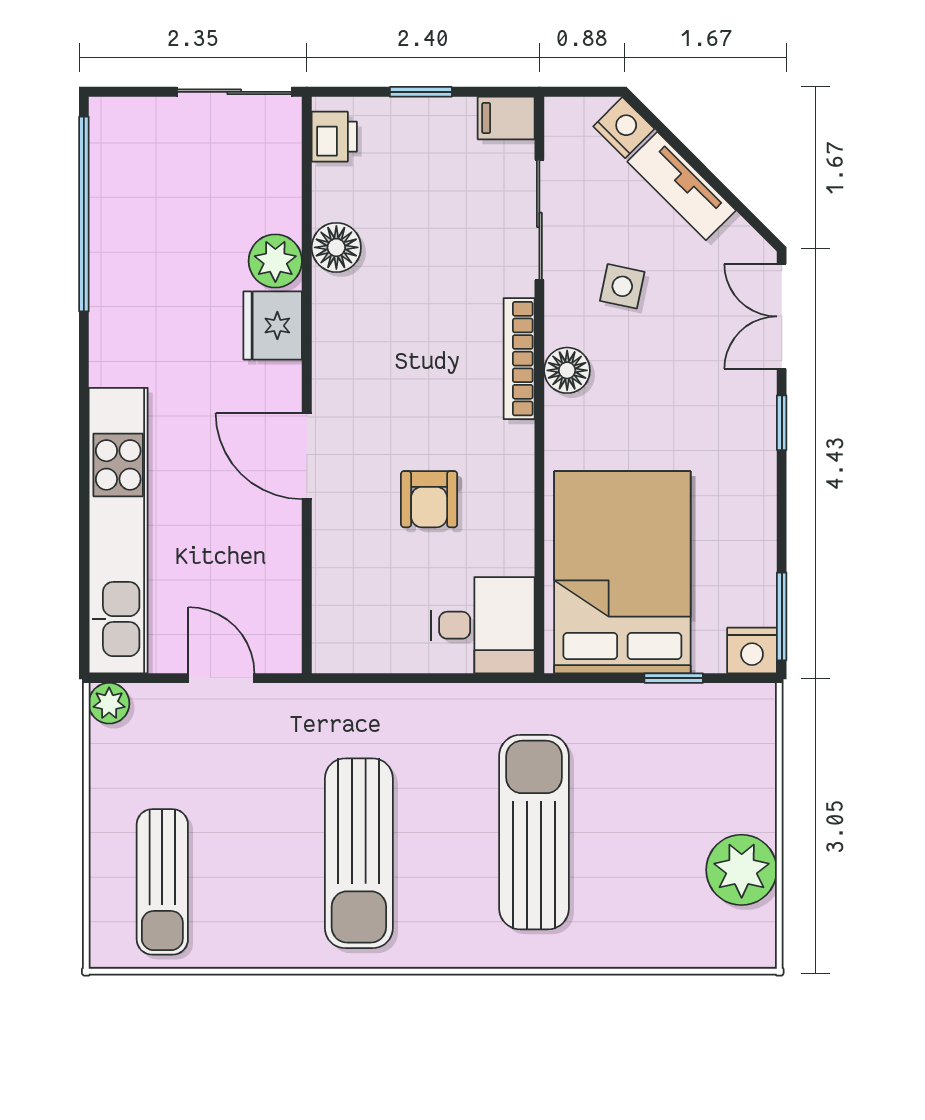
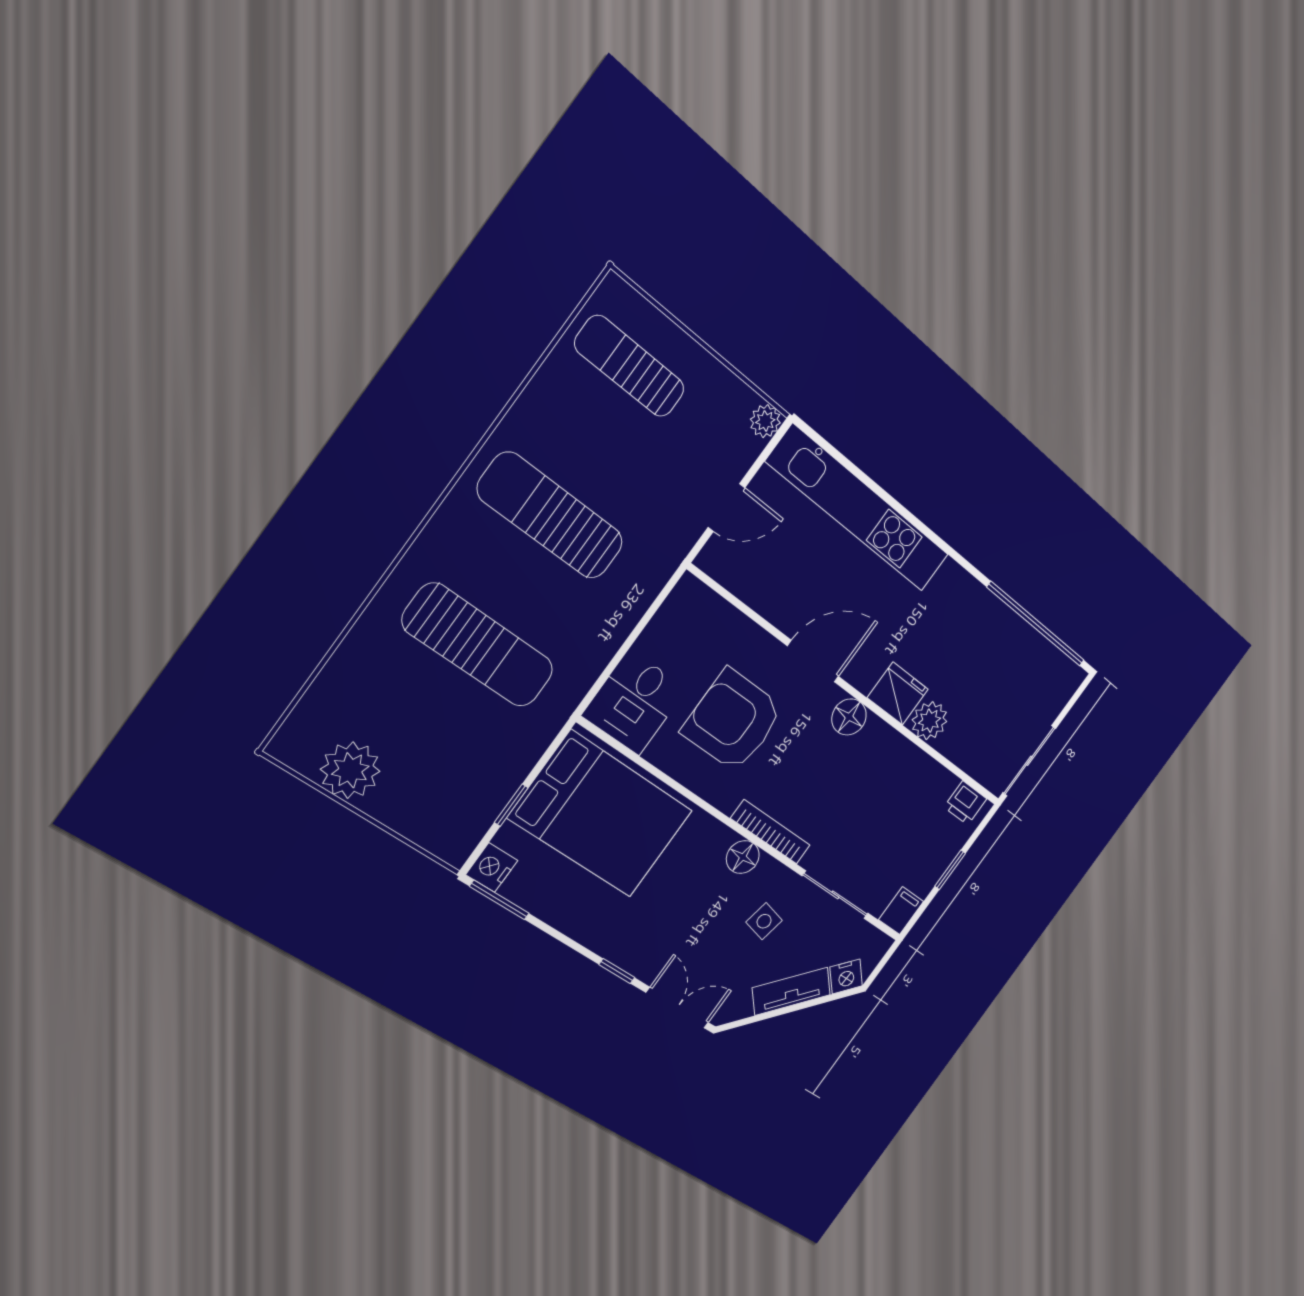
floor lamp: (336, 247) -> (849, 717), moved
armchair: (429, 499) -> (733, 720), width x1.88, depth x1.88

